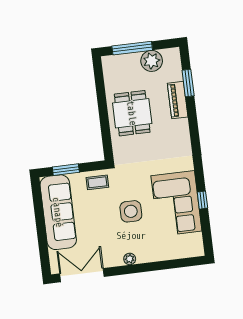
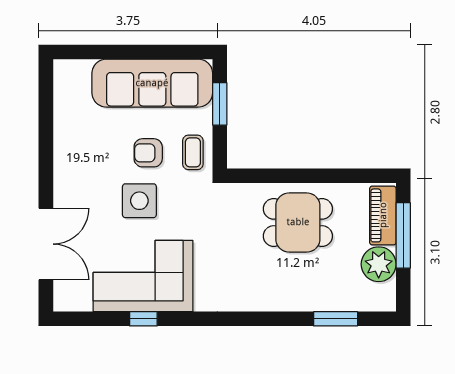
piano: (178, 100) -> (383, 215), moved, turned -90
armchair: (101, 210) -> (148, 153), added
plant: (130, 259) -> (63, 189), removed
double door: (82, 275) -> (46, 244), moved

